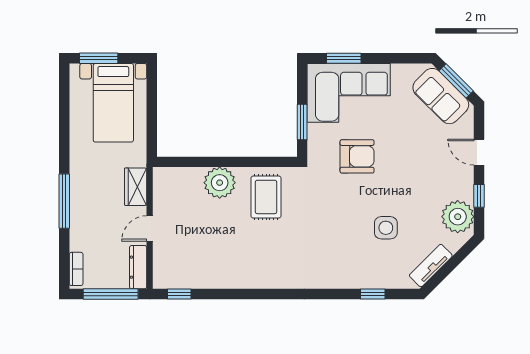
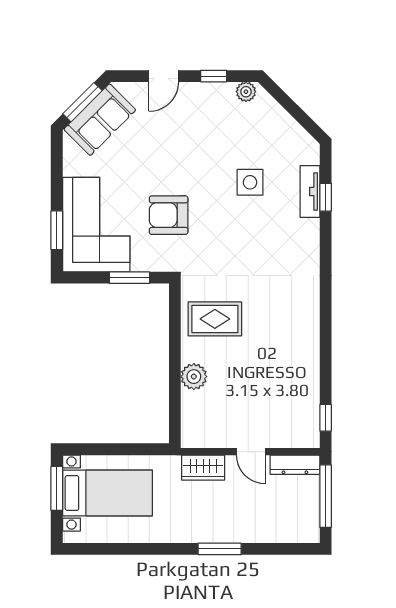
window: (99, 58) -> (57, 488), moved
armchair: (357, 156) -> (169, 215), turned -90
plant: (220, 183) -> (194, 377), width x0.73, depth x0.73
window: (64, 201) -> (220, 549), width x0.69
plant: (458, 217) -> (246, 92), width x0.53, depth x0.53
tv unit: (431, 266) -> (310, 191), moved, turned 45
bookcase: (76, 269) -> (297, 535), removed

